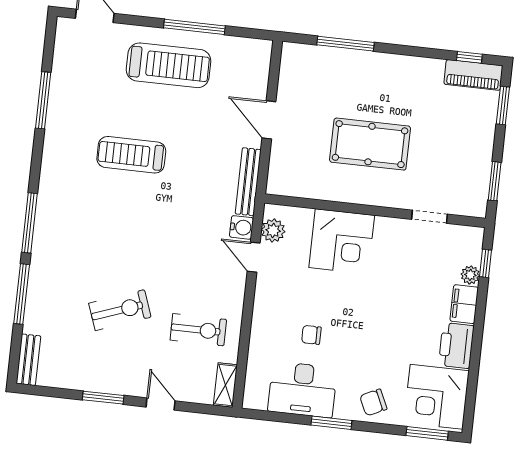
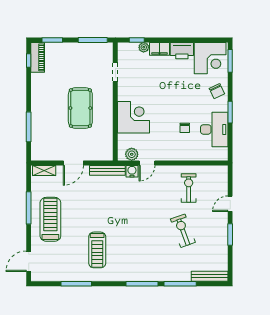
treadmill: (131, 155) -> (97, 250), moved
window: (495, 181) -> (93, 40), width x1.44
bench: (28, 360) -> (210, 276), width x1.36
shelving: (225, 385) -> (44, 170), moved

